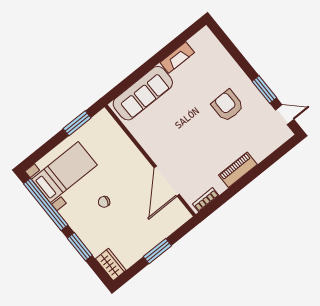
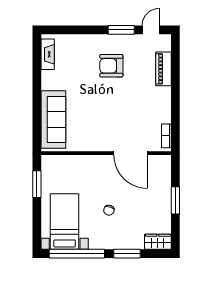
fireplace: (177, 58) -> (48, 54), moved
piano: (238, 170) -> (163, 69), moved

